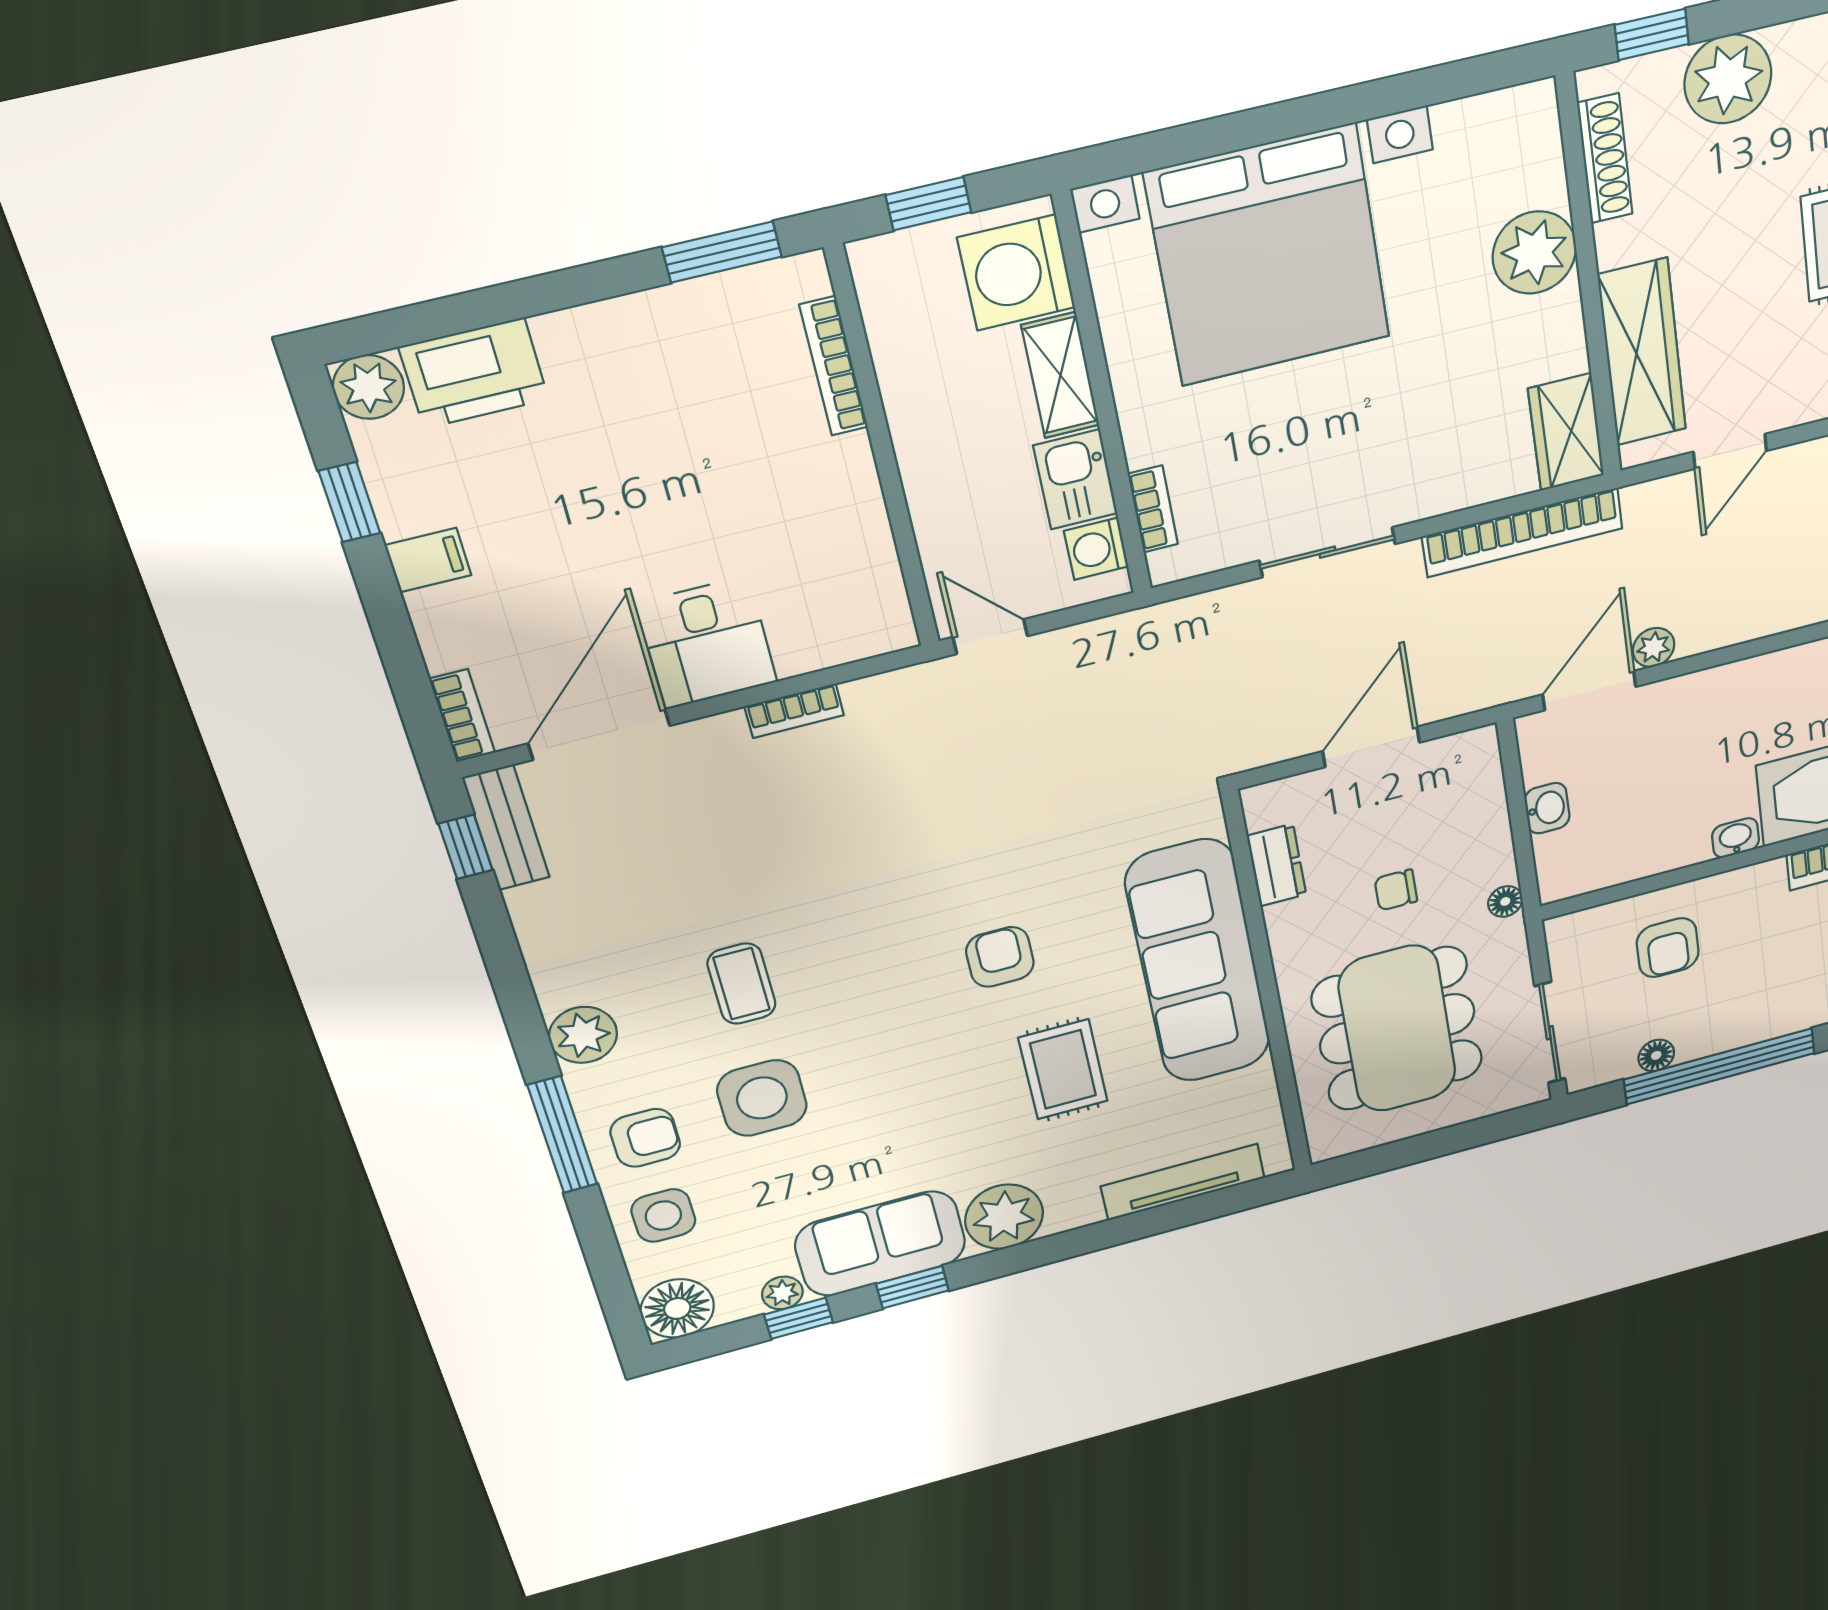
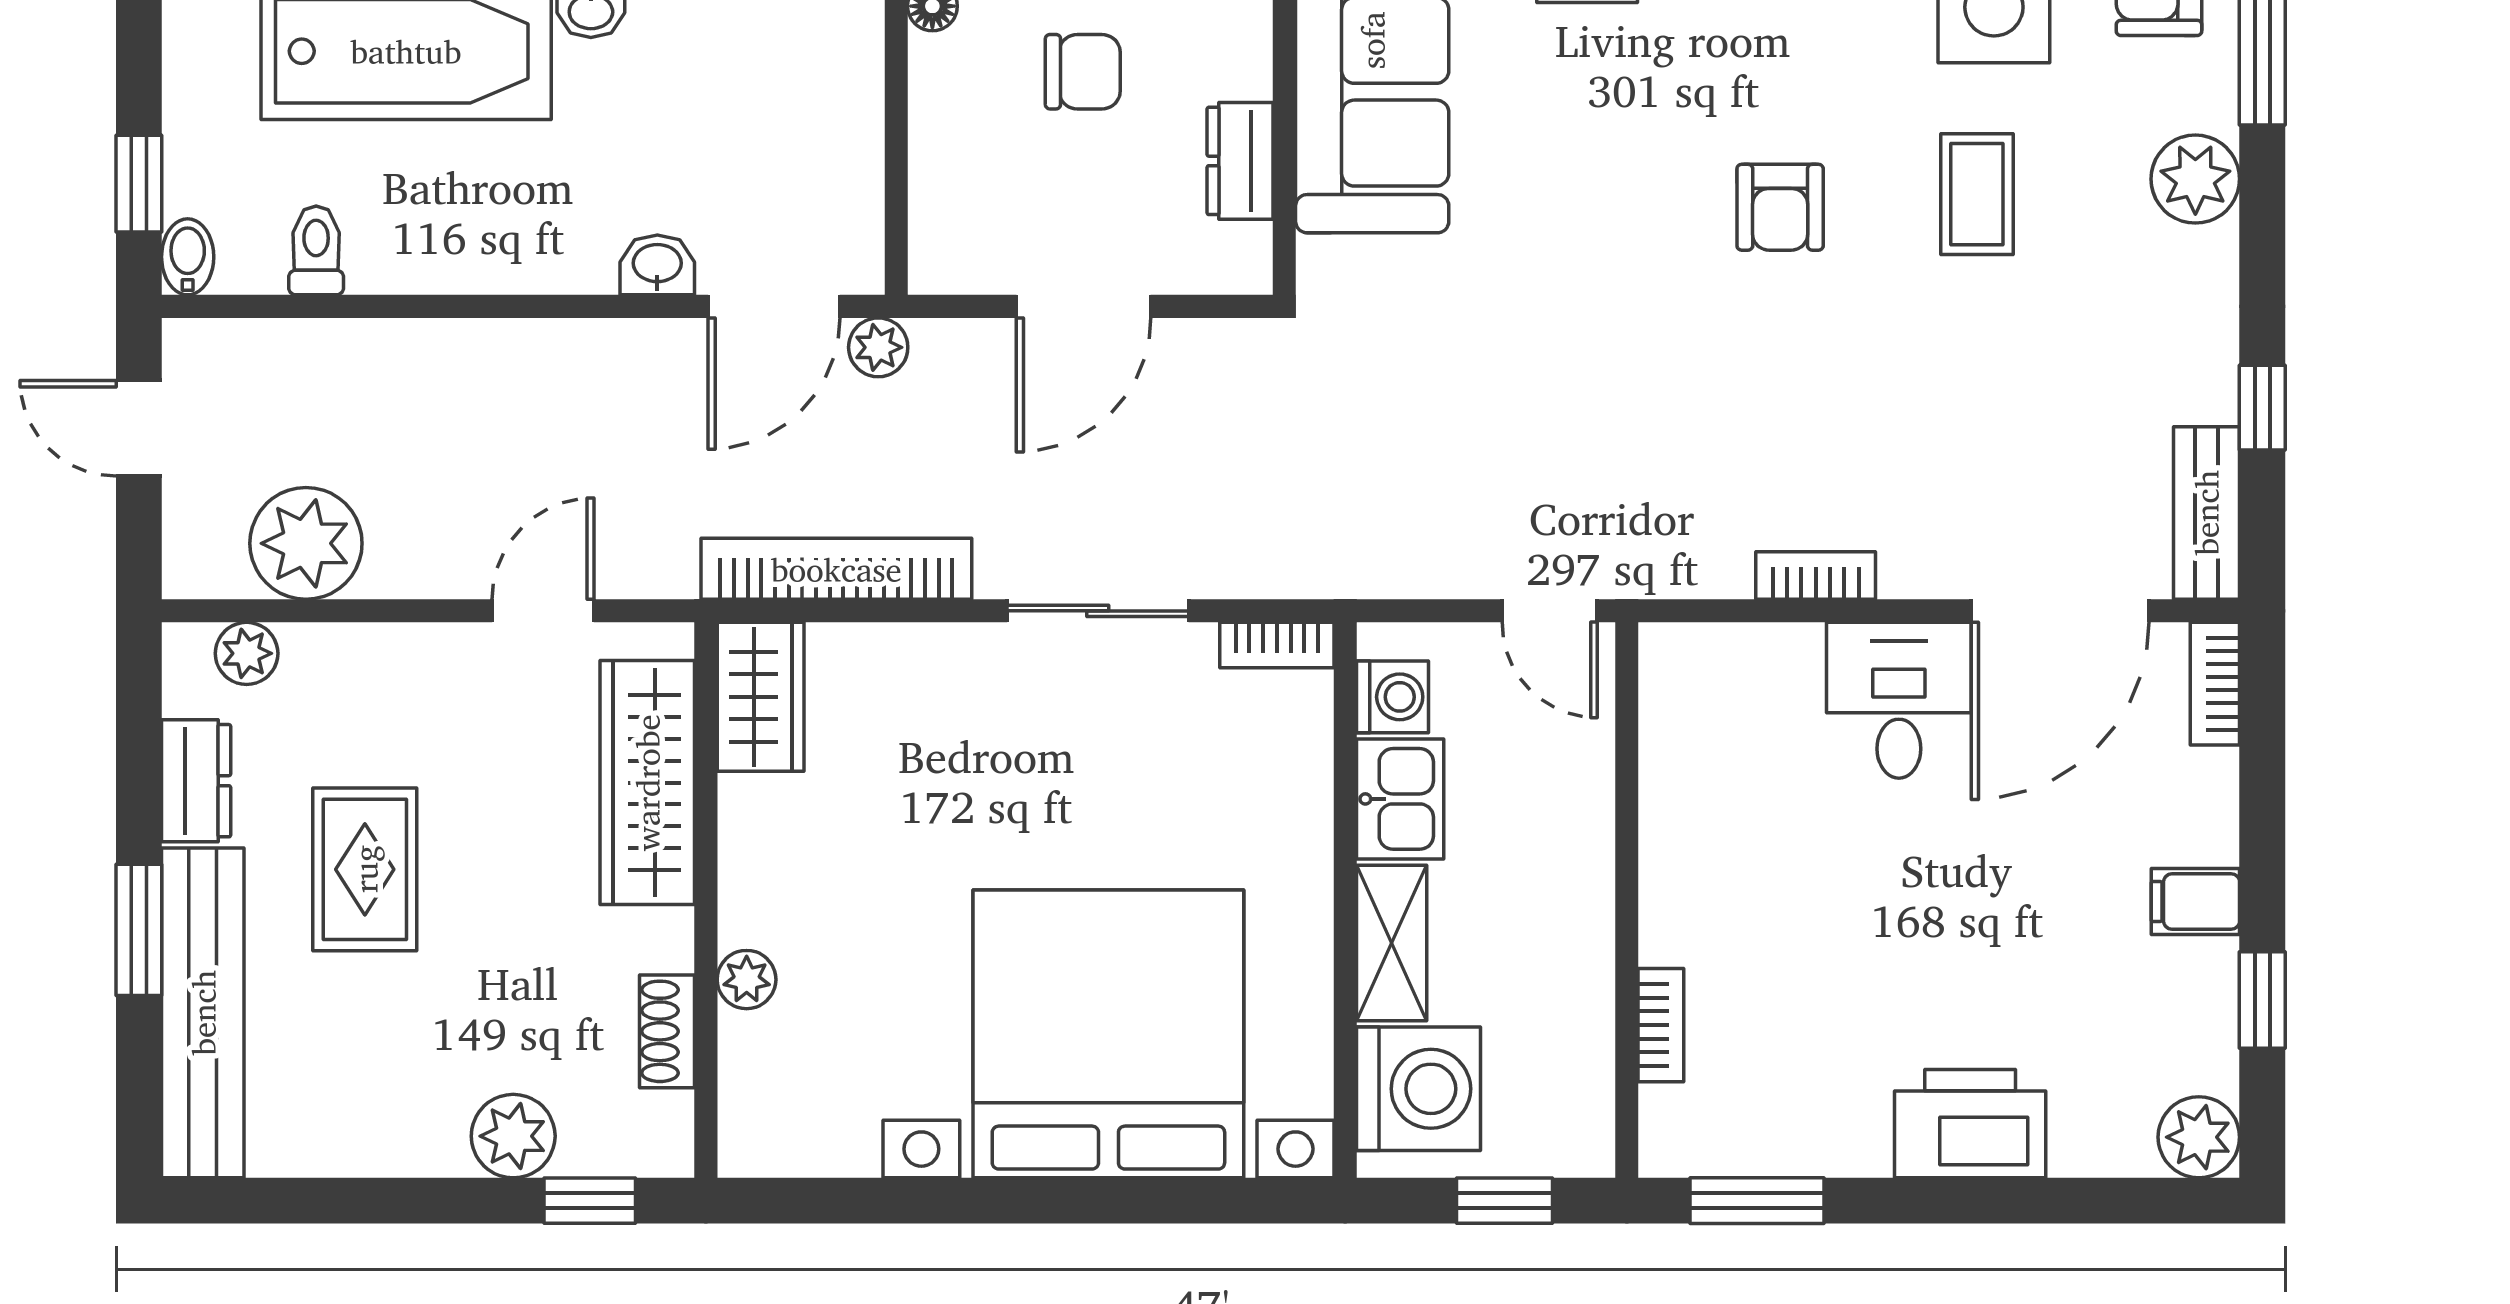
plant: (1728, 79) -> (513, 1136), width x0.73, depth x0.73
shoe rack: (1605, 159) -> (667, 1031), width x0.70
plant: (1534, 253) -> (747, 980), width x0.53, depth x0.53
bookcase: (834, 366) -> (1661, 1025), width x0.64
printer: (474, 373) -> (1970, 1124), moved
bookcase: (1153, 509) -> (1277, 645), moved, turned -90
plant: (1654, 647) -> (878, 347), moved
washbasin: (1547, 808) -> (657, 265), moved, turned 90
window: (466, 847) -> (2262, 408), moved
chair: (1396, 890) -> (1083, 72), width x1.37, depth x1.37
armchair: (1000, 957) -> (1780, 207), moved

